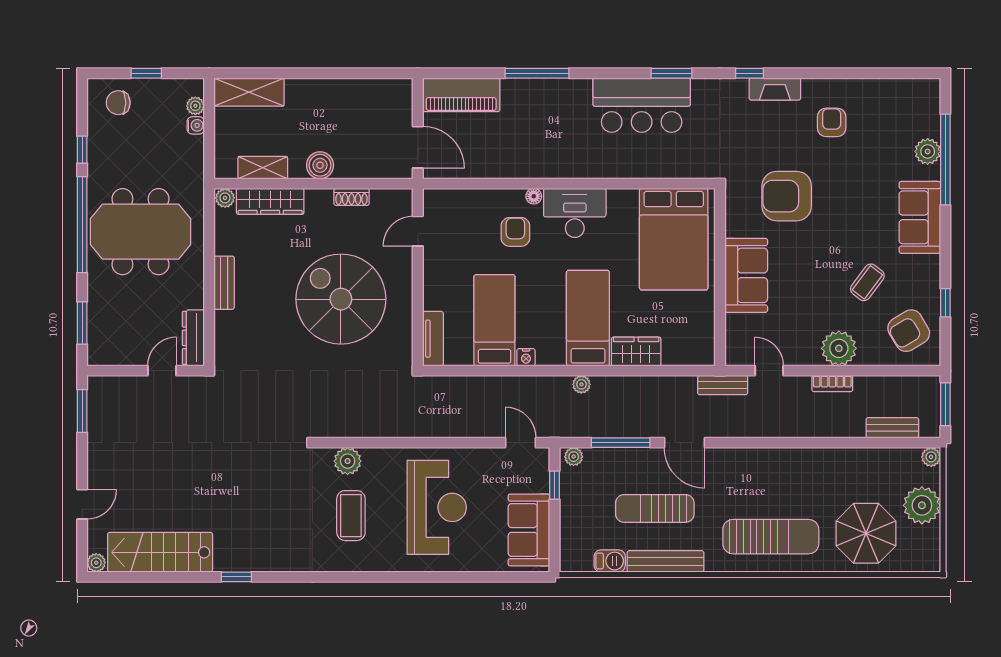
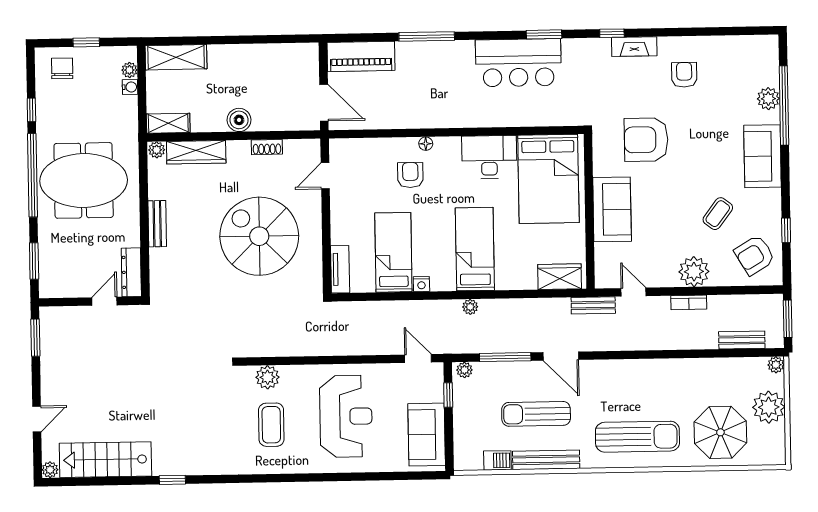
chair: (118, 103) -> (62, 68), turned 90
shelving: (263, 168) -> (168, 123), moved
desk: (575, 213) -> (489, 157), moved
wardrobe: (636, 351) -> (560, 277), moved

